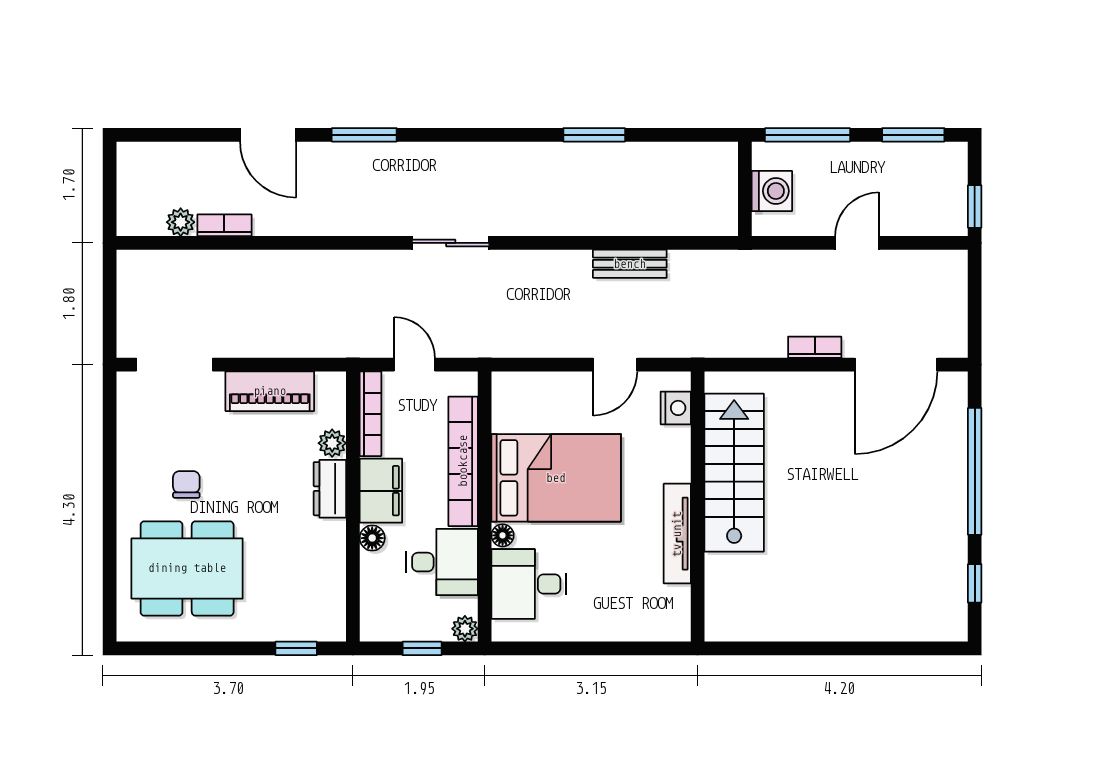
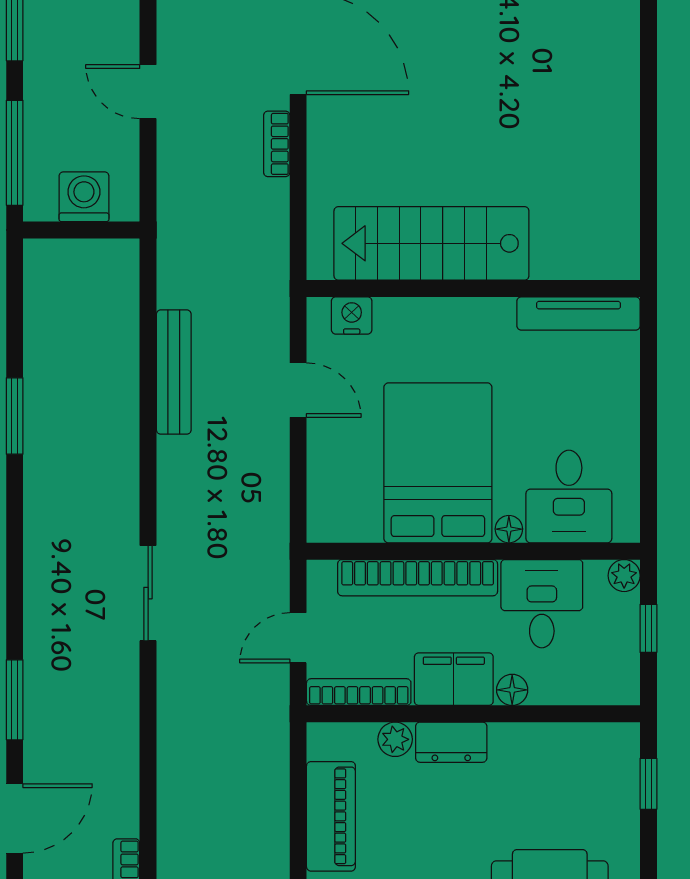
bench: (630, 264) -> (174, 372), width x1.36
tv unit: (677, 534) -> (578, 313), moved

